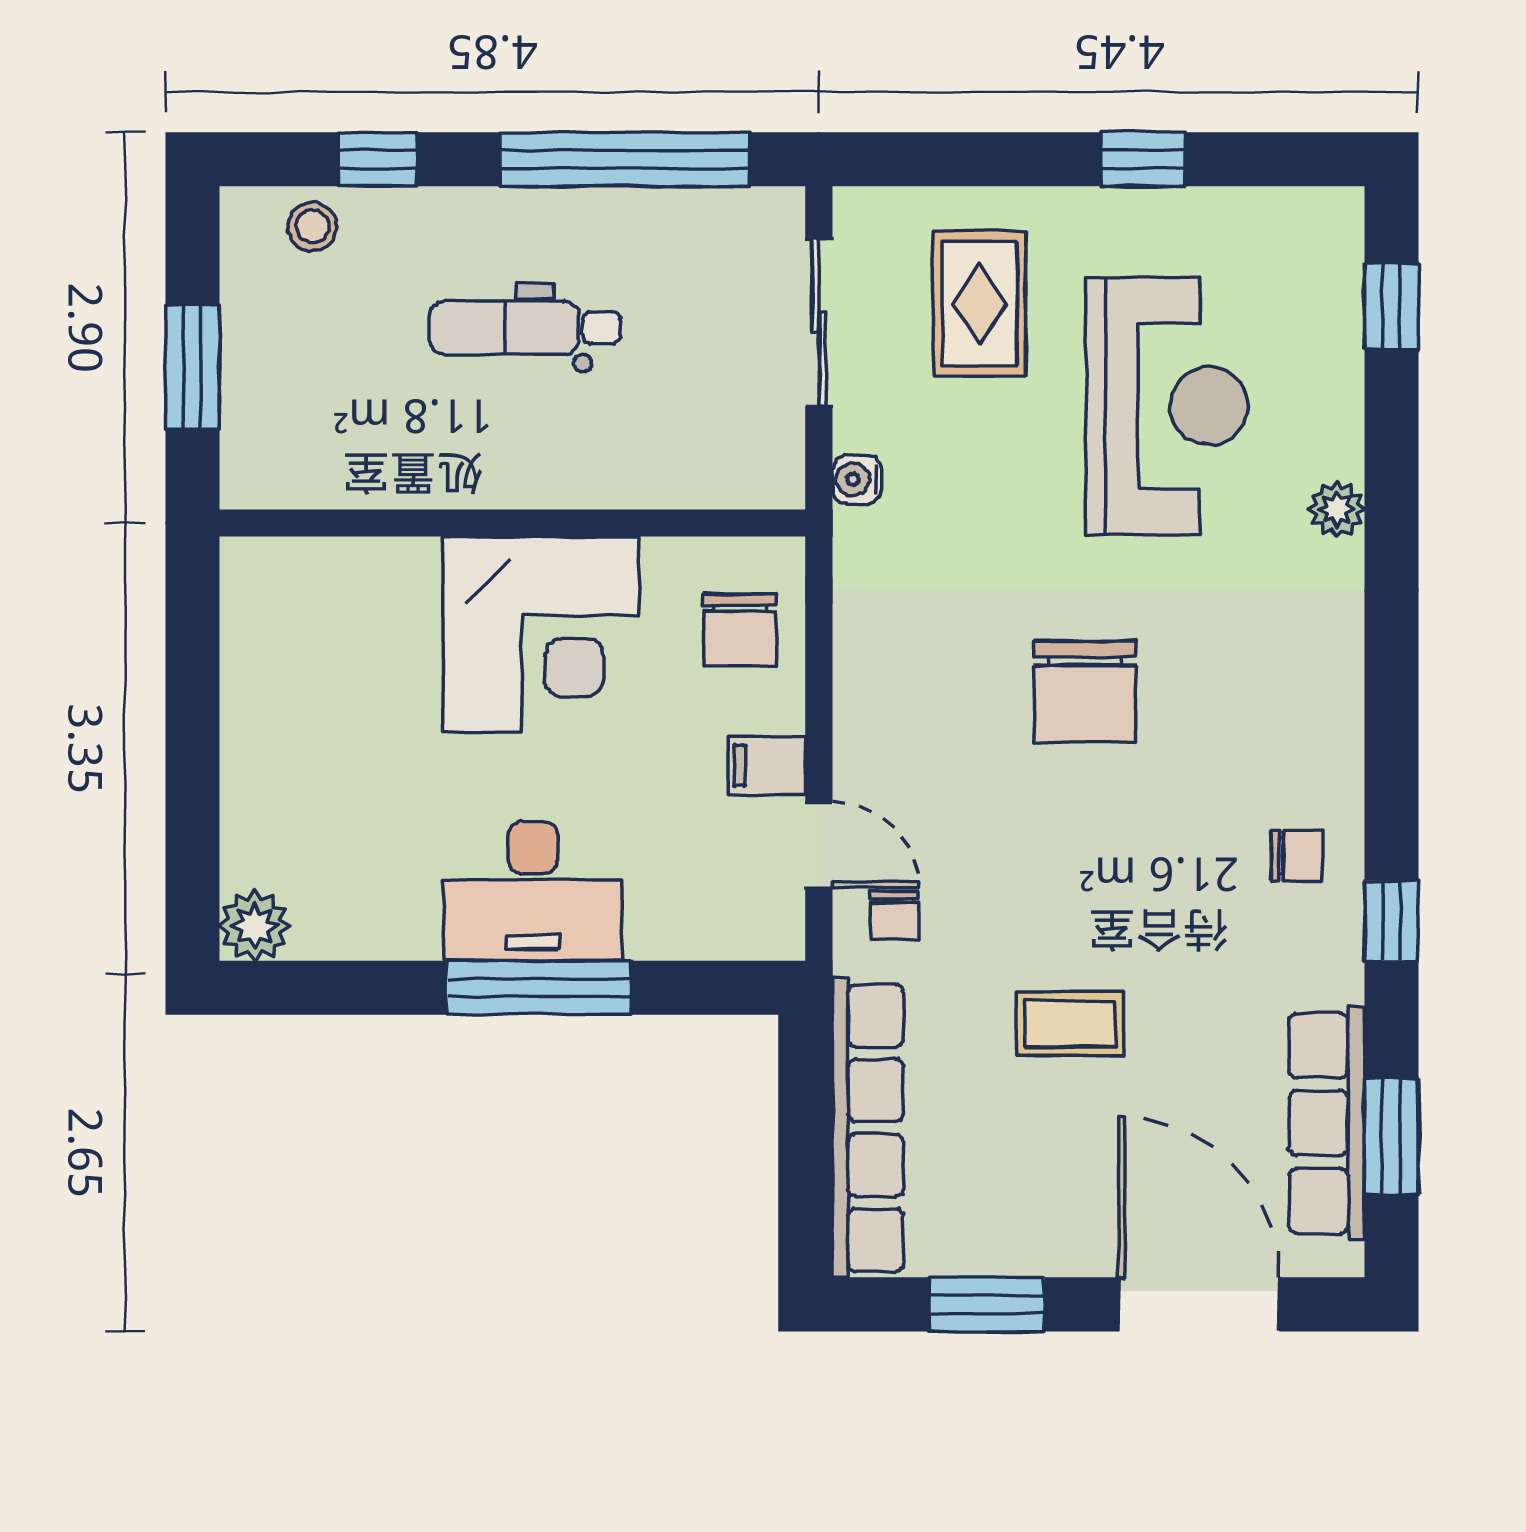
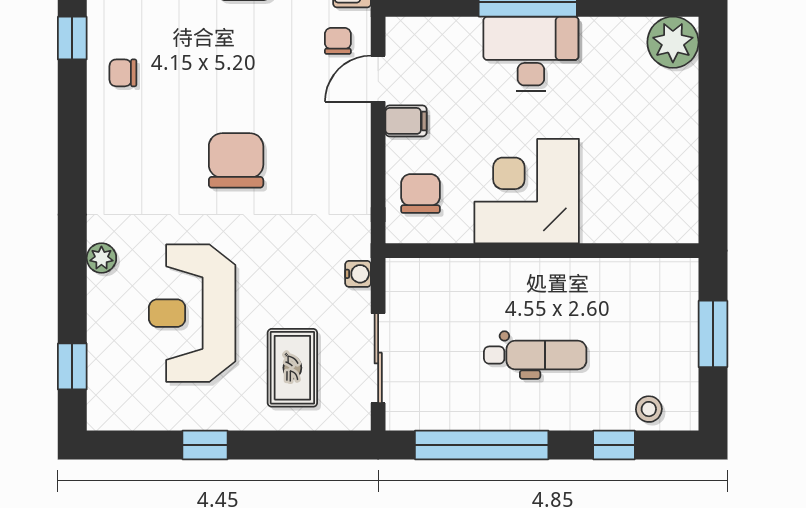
door: (819, 845) -> (378, 79), hinge flipped
plant: (255, 926) -> (673, 42), width x1.36, depth x1.36

